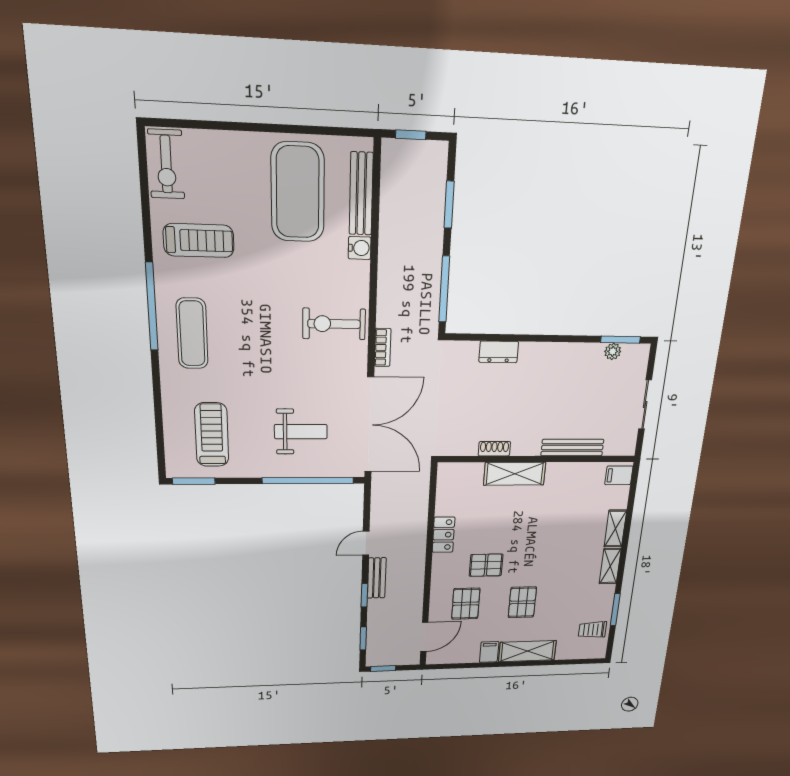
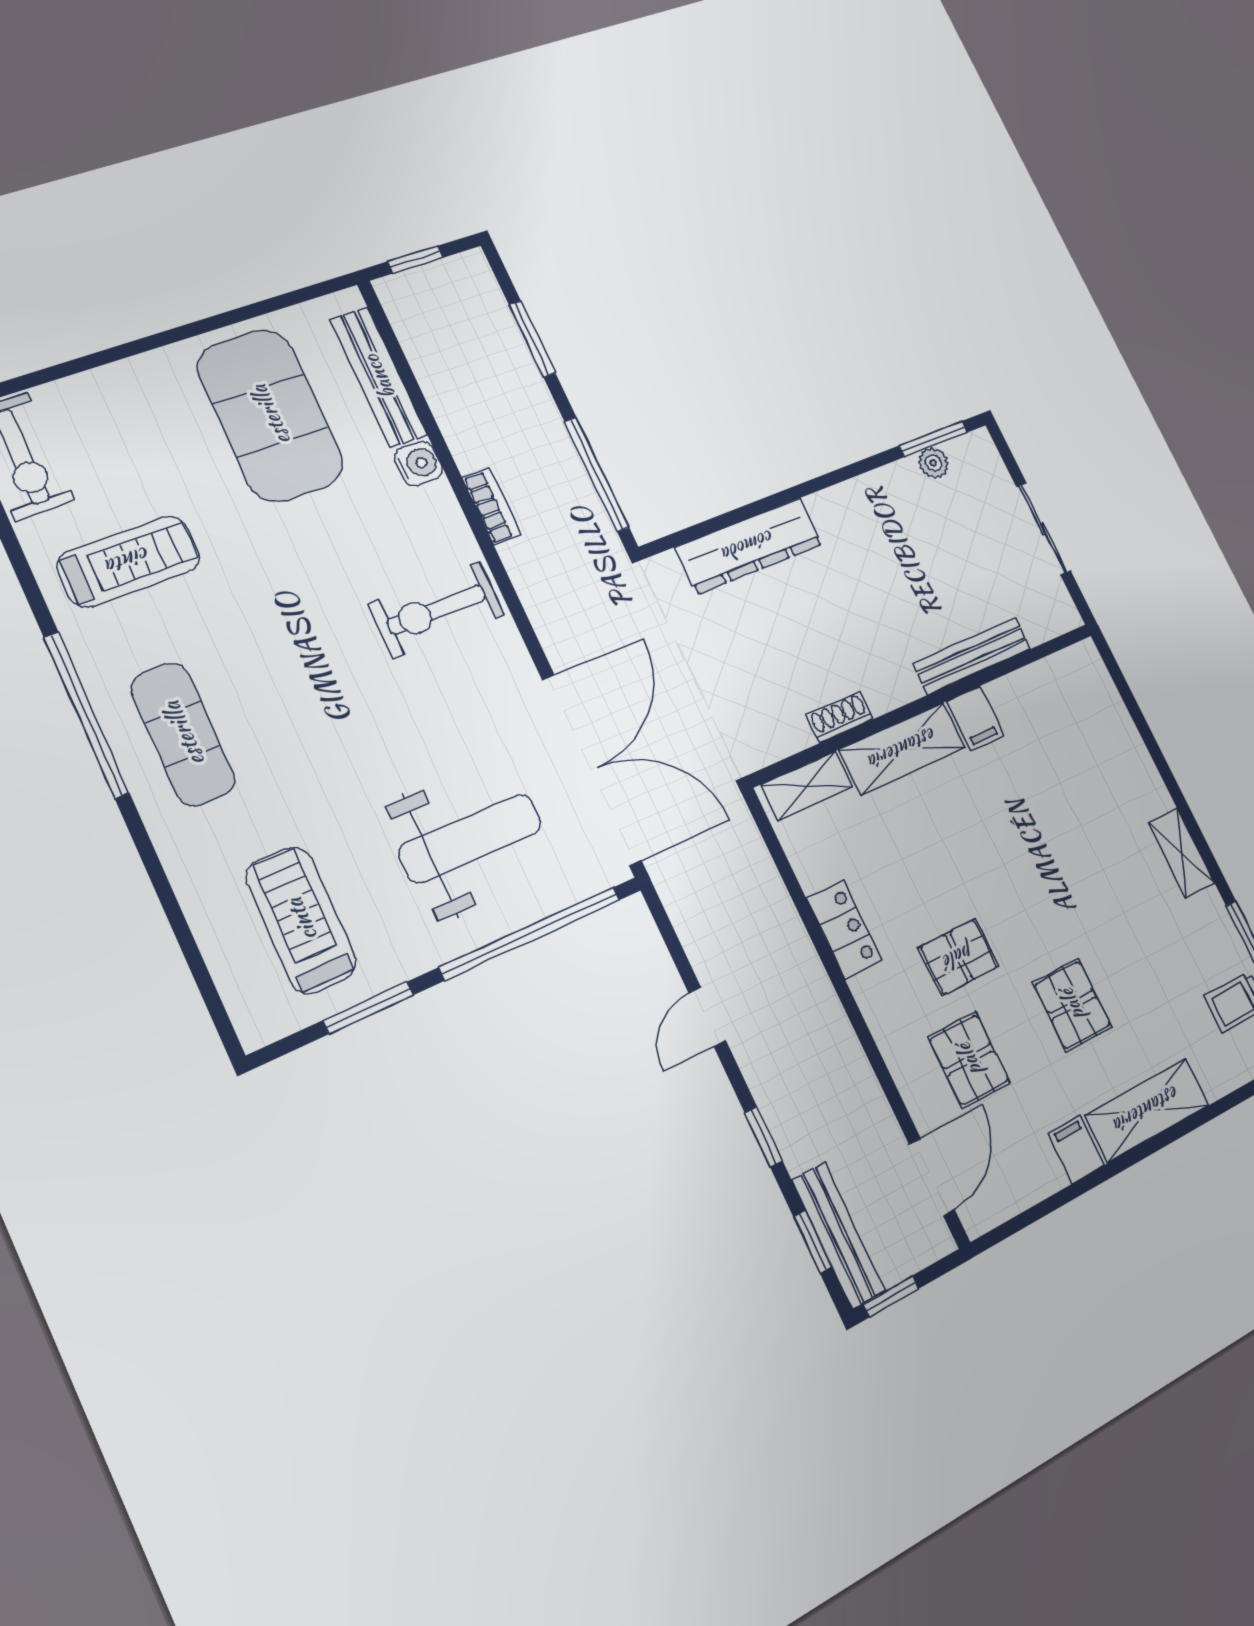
bookcase: (383, 347) -> (492, 506), moved
dresser: (499, 352) -> (749, 546), width x1.96, depth x1.24
weight bench: (301, 432) -> (471, 838), width x1.36, depth x1.33
filing cabinet: (619, 475) -> (975, 718), moved, turned -90
window: (194, 481) -> (368, 1008), moved
shelving: (615, 528) -> (807, 786), moved, turned 90
bench: (377, 578) -> (838, 1235), moved, width x1.36

